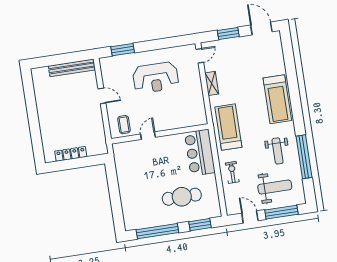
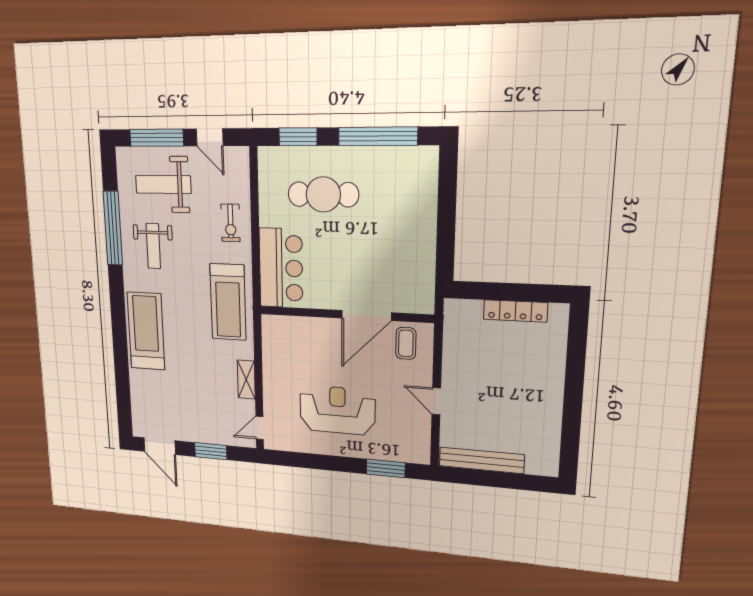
door: (148, 136) -> (366, 315), width x1.87
weight bench: (278, 151) -> (153, 246), turned 180

